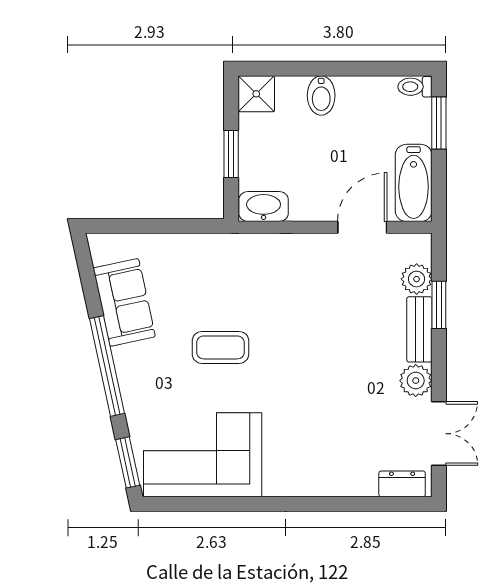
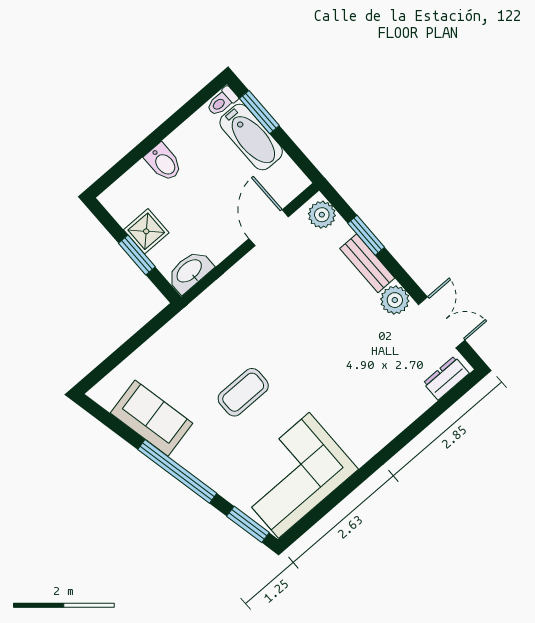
shower: (256, 94) -> (146, 231), moved
bathtub: (414, 183) -> (251, 137), moved
plant: (417, 279) -> (322, 215), moved

